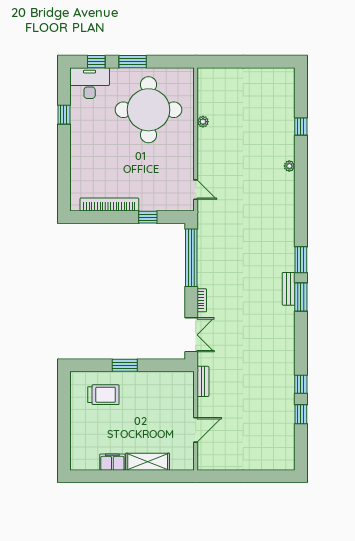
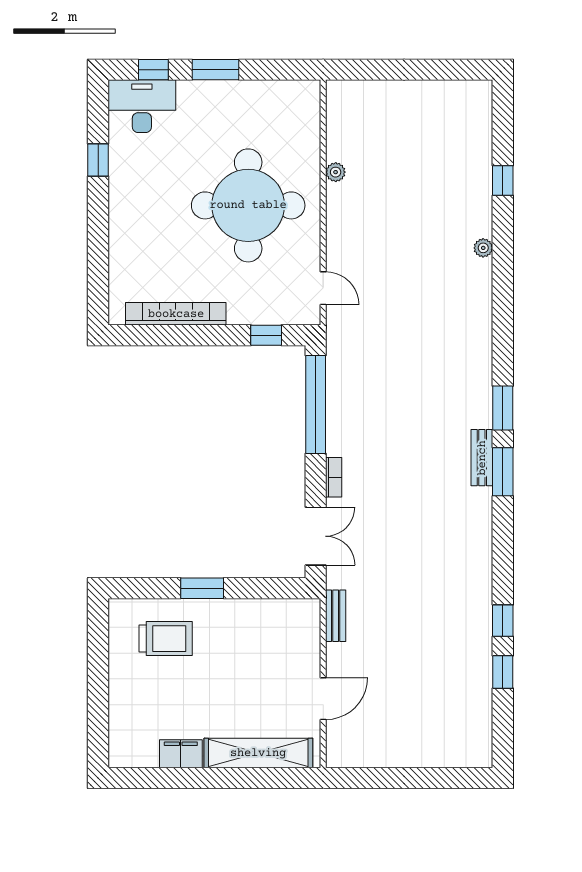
round table: (149, 110) -> (248, 205), moved
window: (148, 217) -> (266, 335), moved
shelving: (148, 462) -> (258, 753), width x1.47

